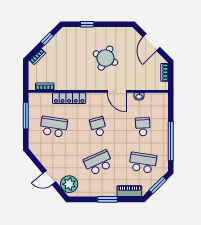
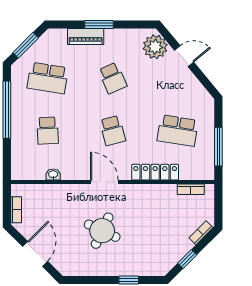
door: (117, 91) -> (104, 182), moved
school desk: (98, 163) -> (113, 78), width x0.54
piano: (129, 191) -> (86, 36), moved

